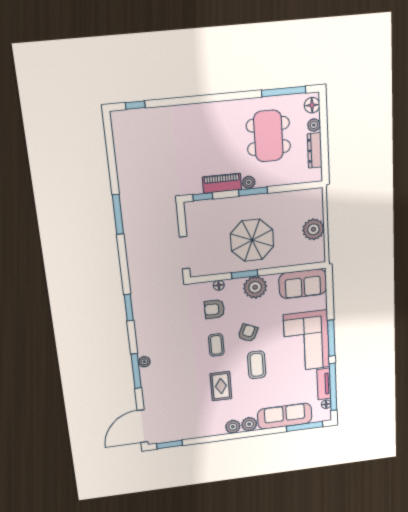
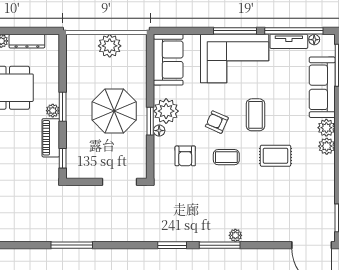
floor lamp: (219, 285) -> (159, 131), moved
coffee table: (257, 365) -> (255, 115), turned 90
window: (136, 371) -> (220, 245), moved

